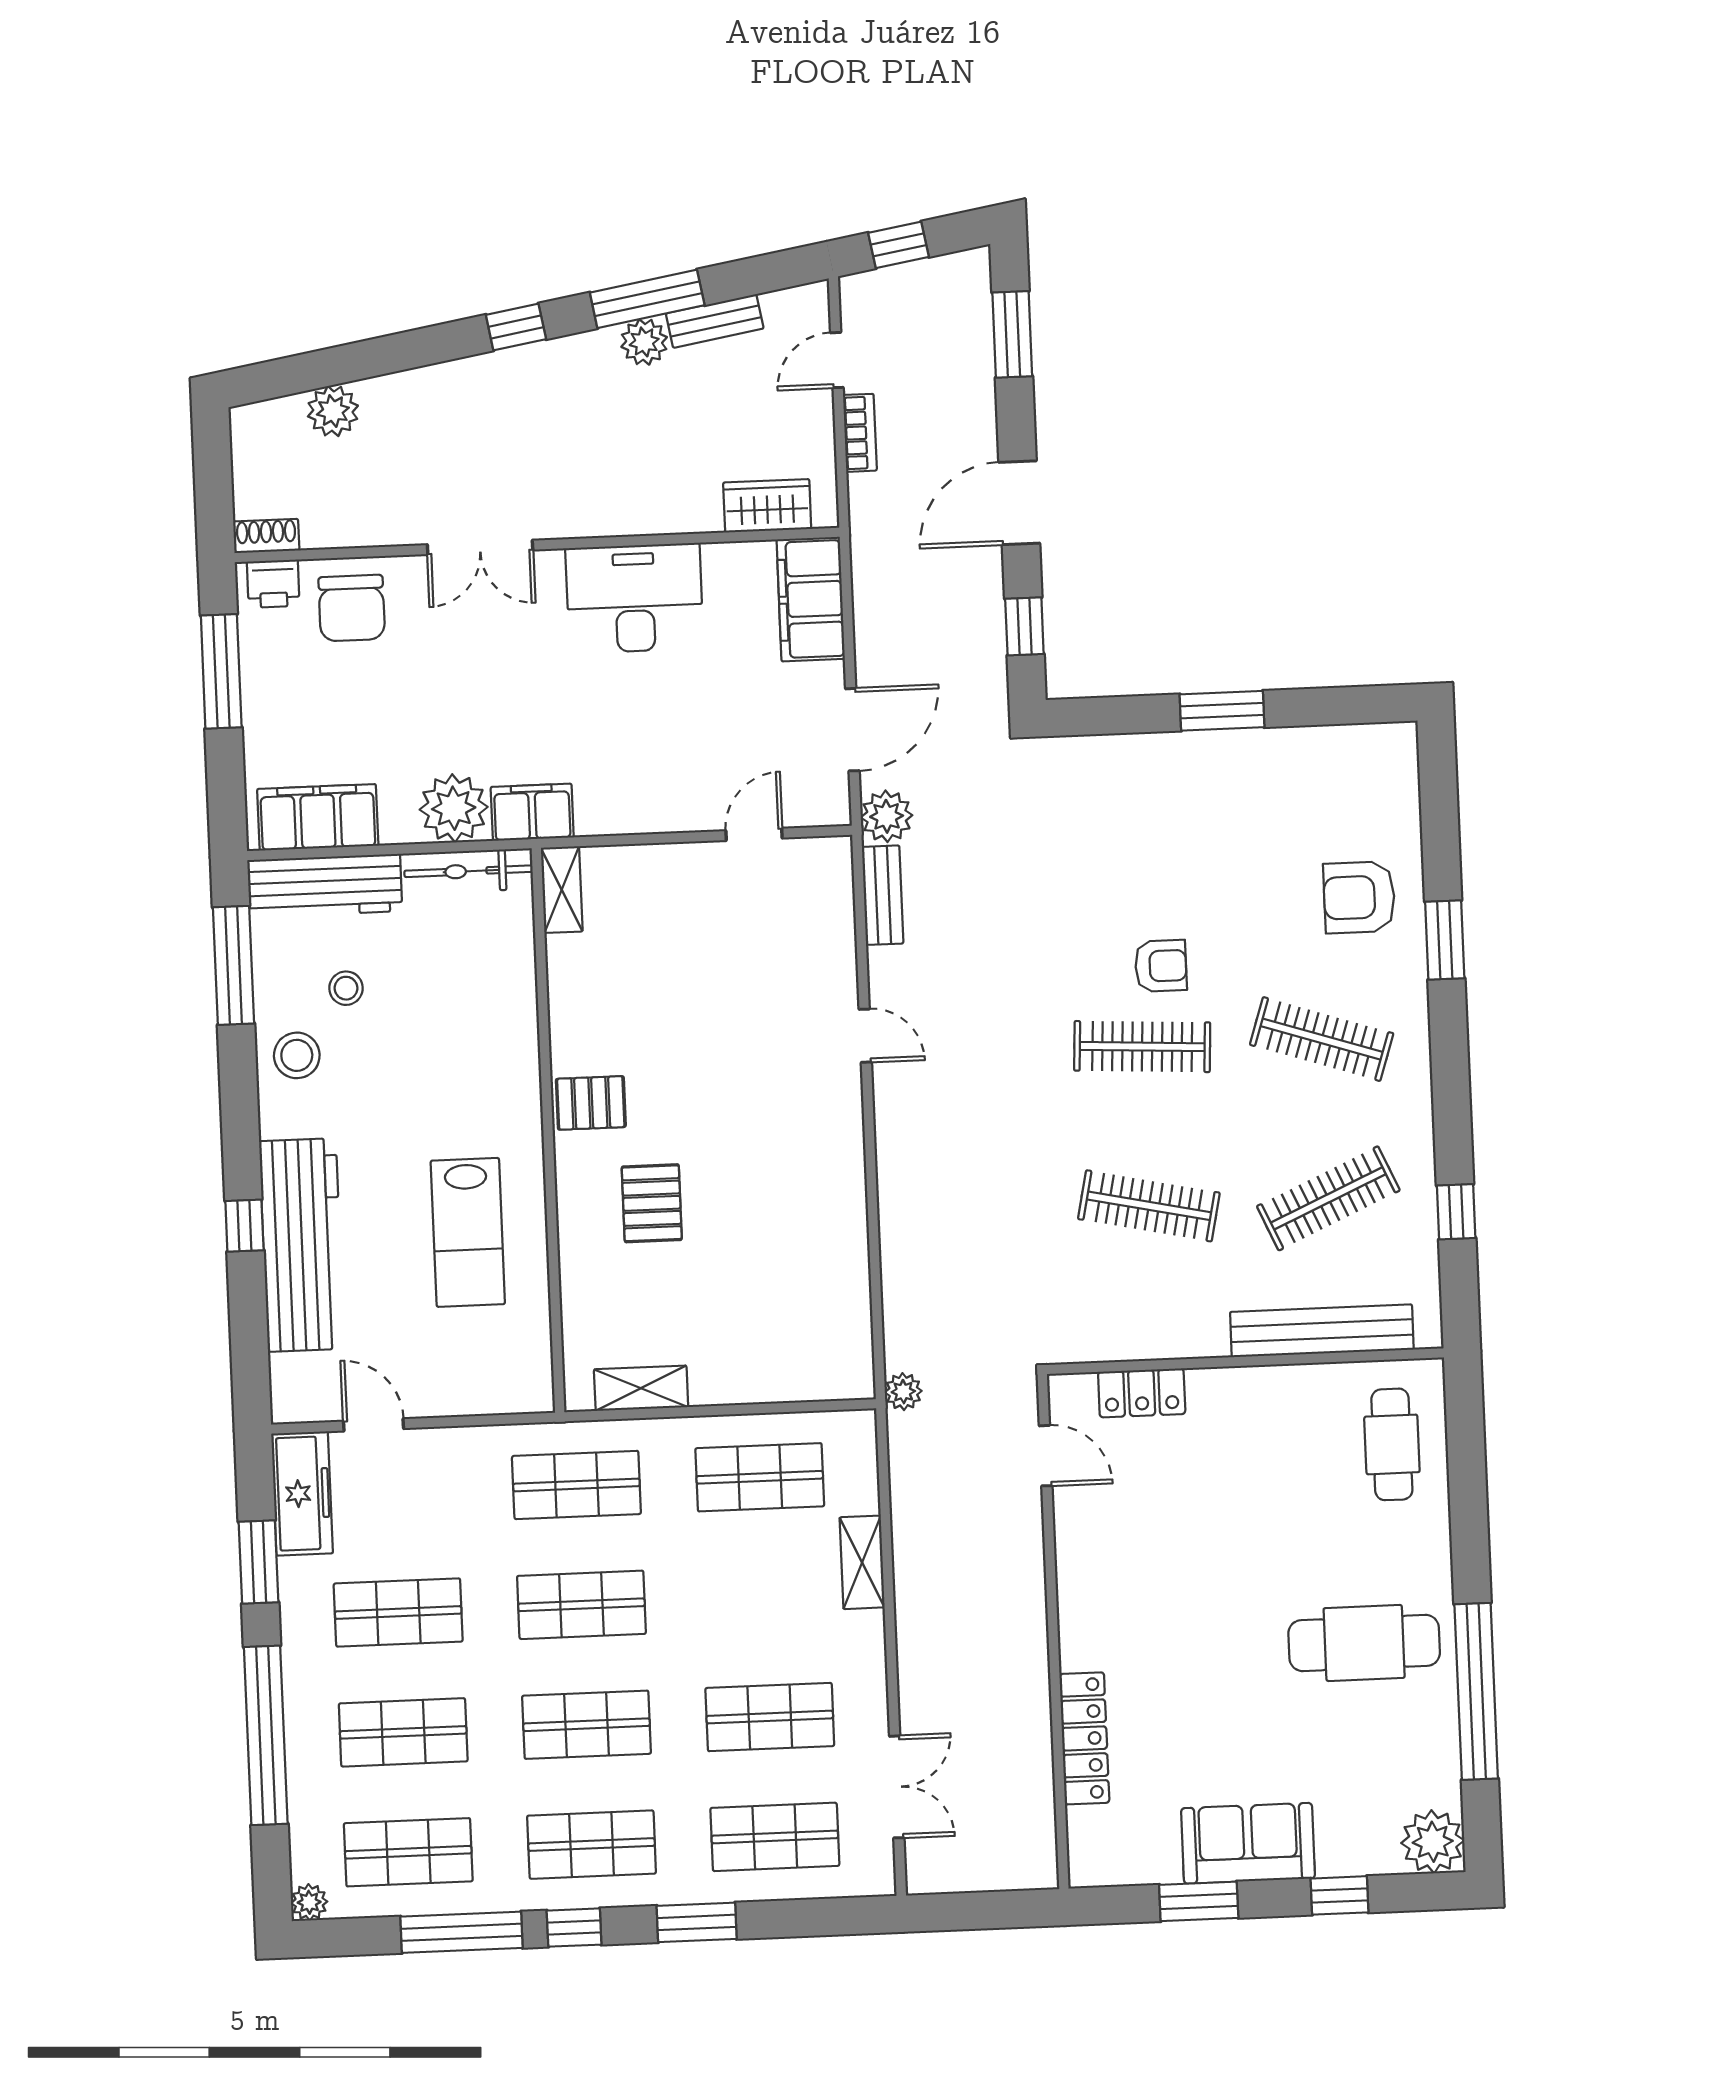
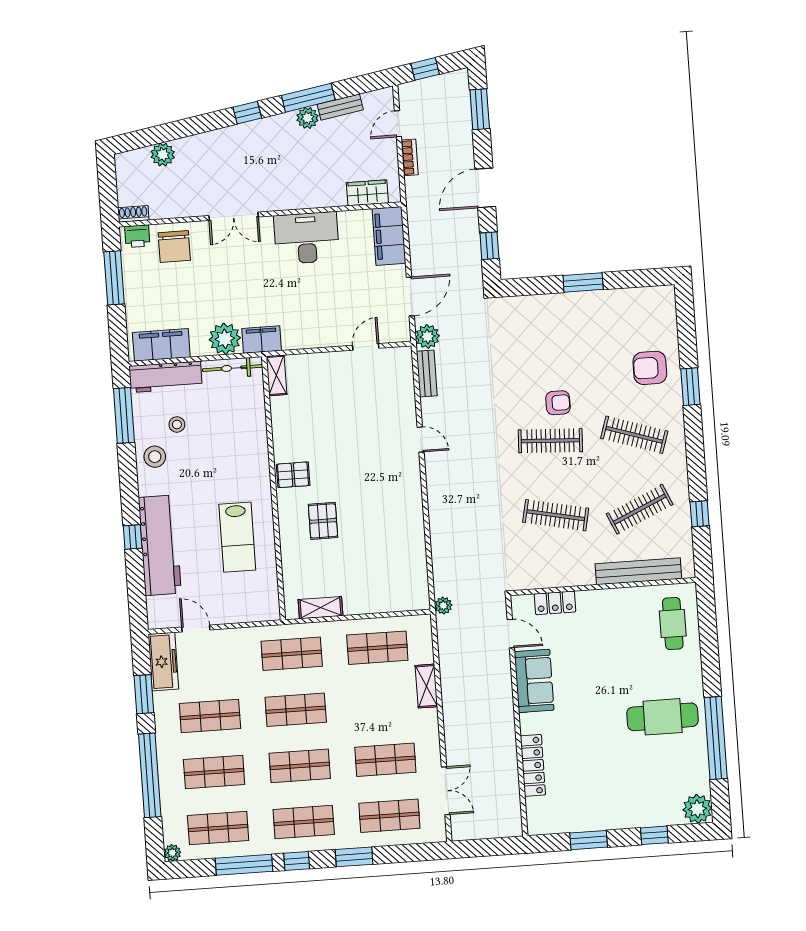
sofa: (1248, 1843) -> (534, 681), moved, turned 90

